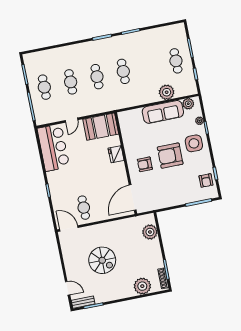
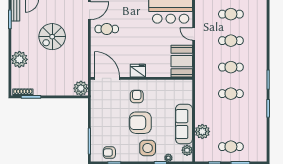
fridge: (116, 154) -> (138, 71), moved
armchair: (170, 156) -> (140, 123), turned -90
plant: (150, 232) -> (81, 88), moved
plant: (142, 286) -> (19, 59), moved

